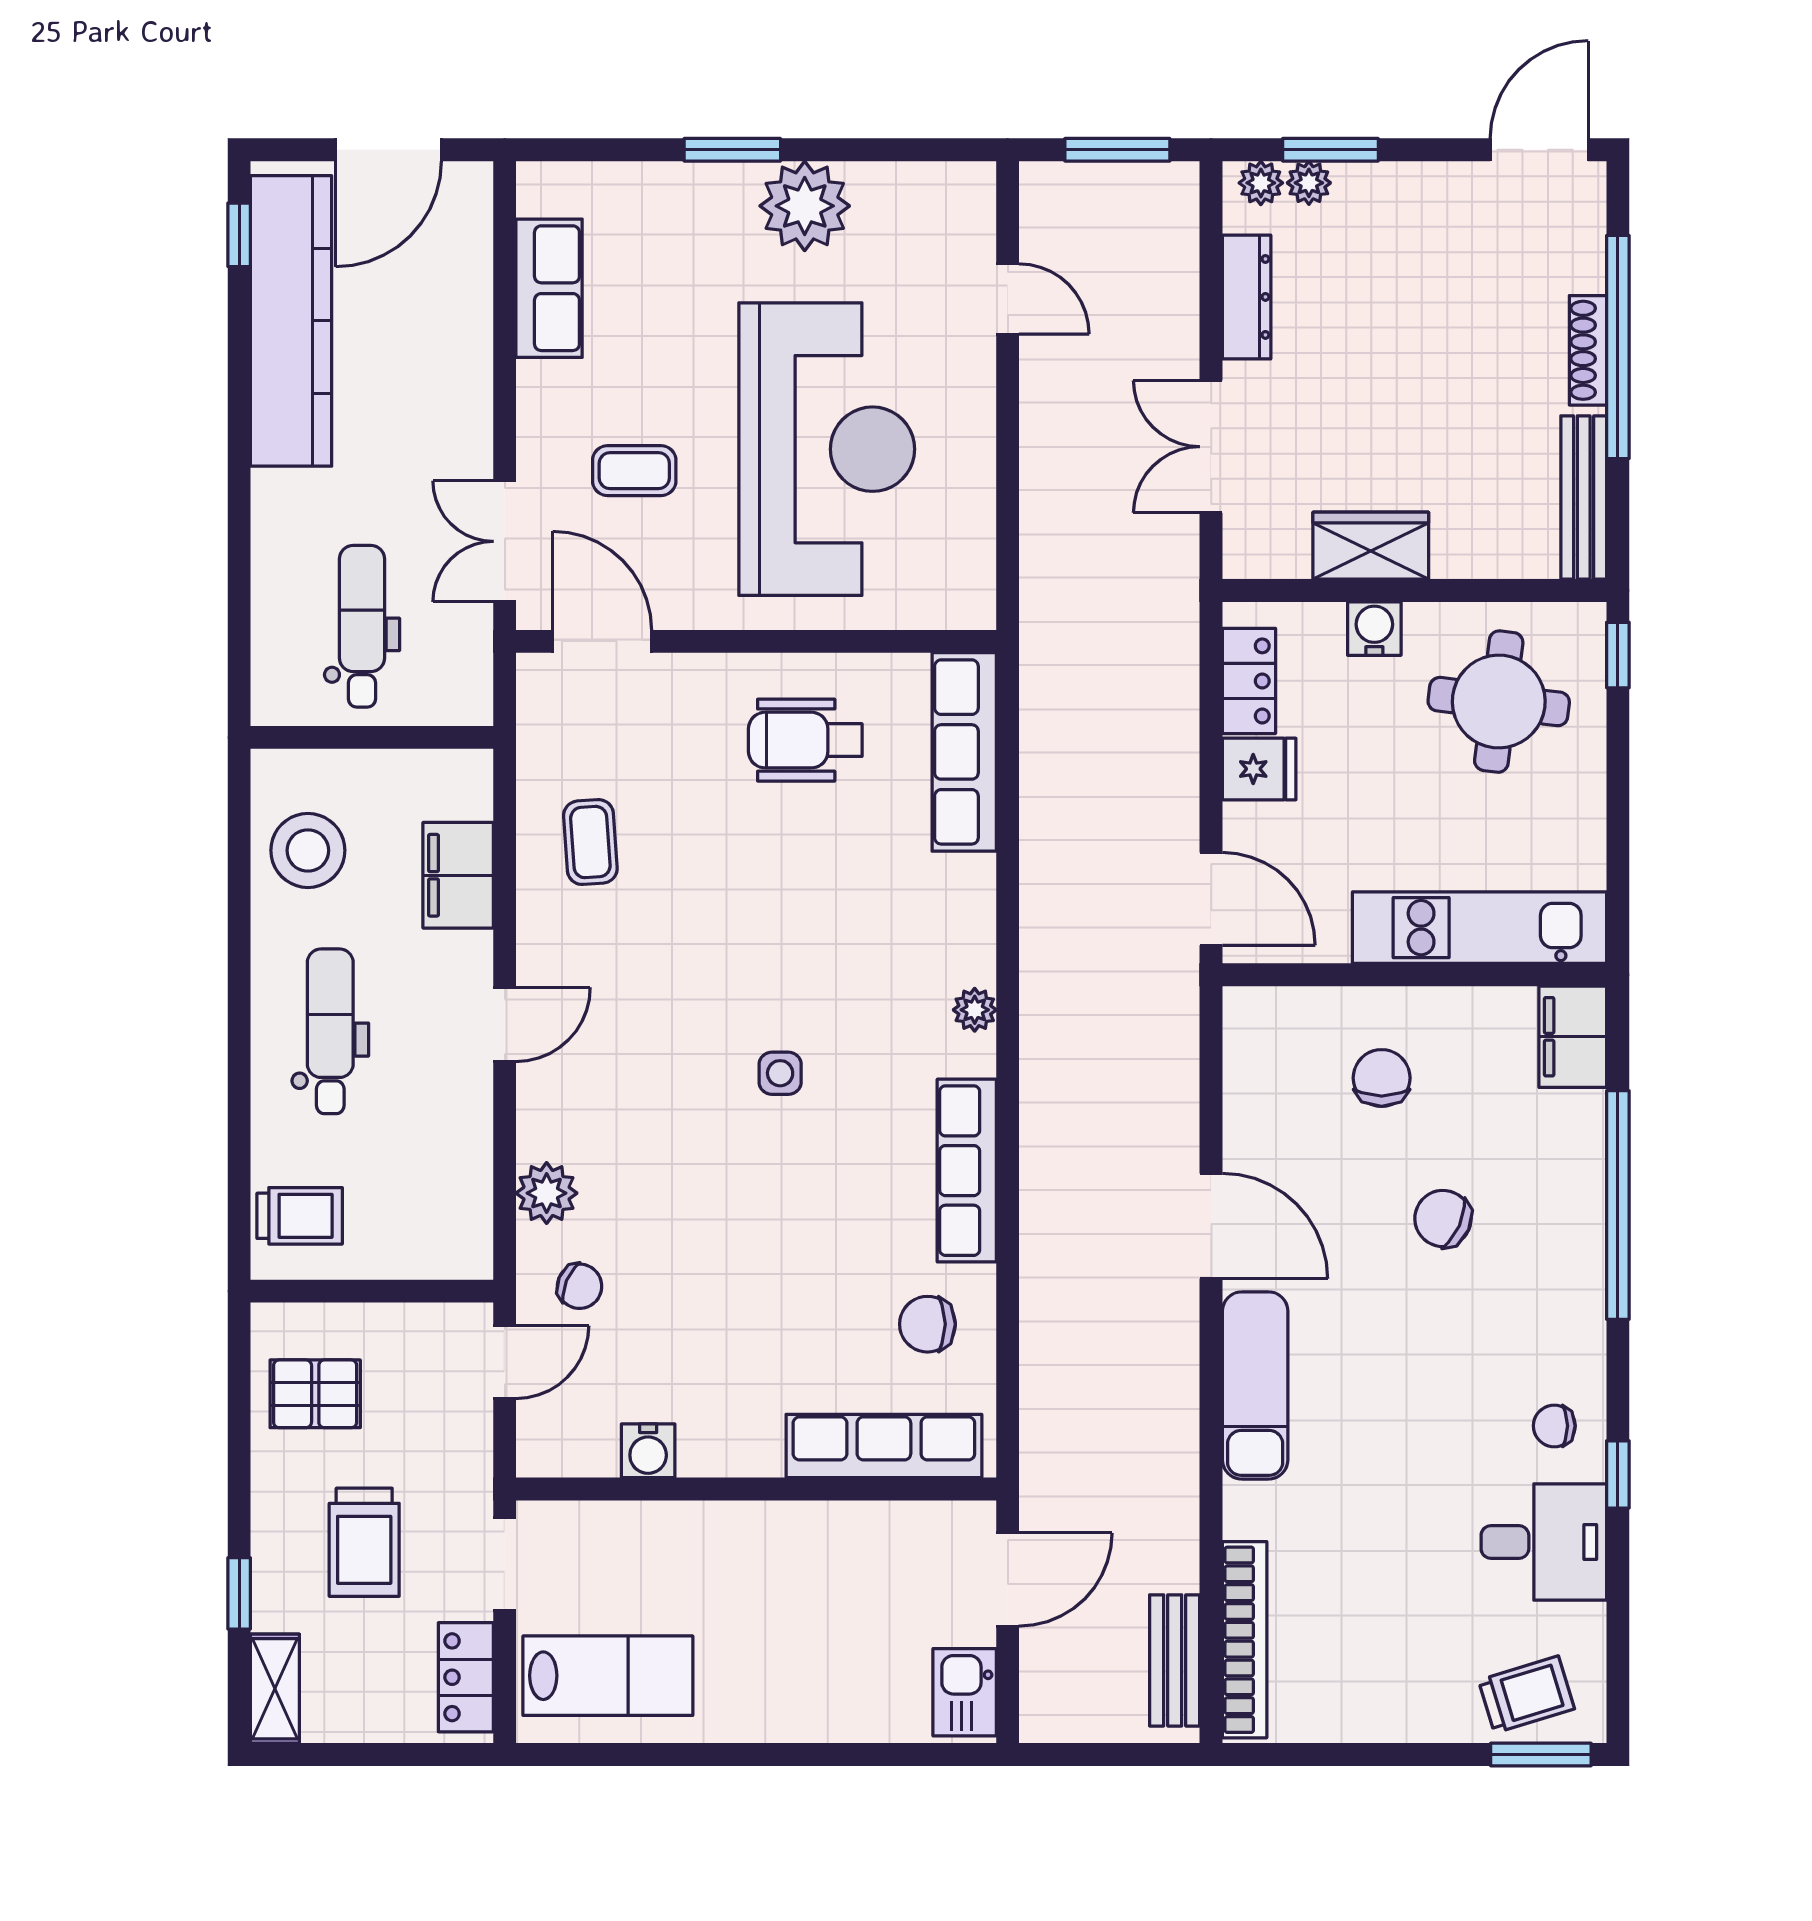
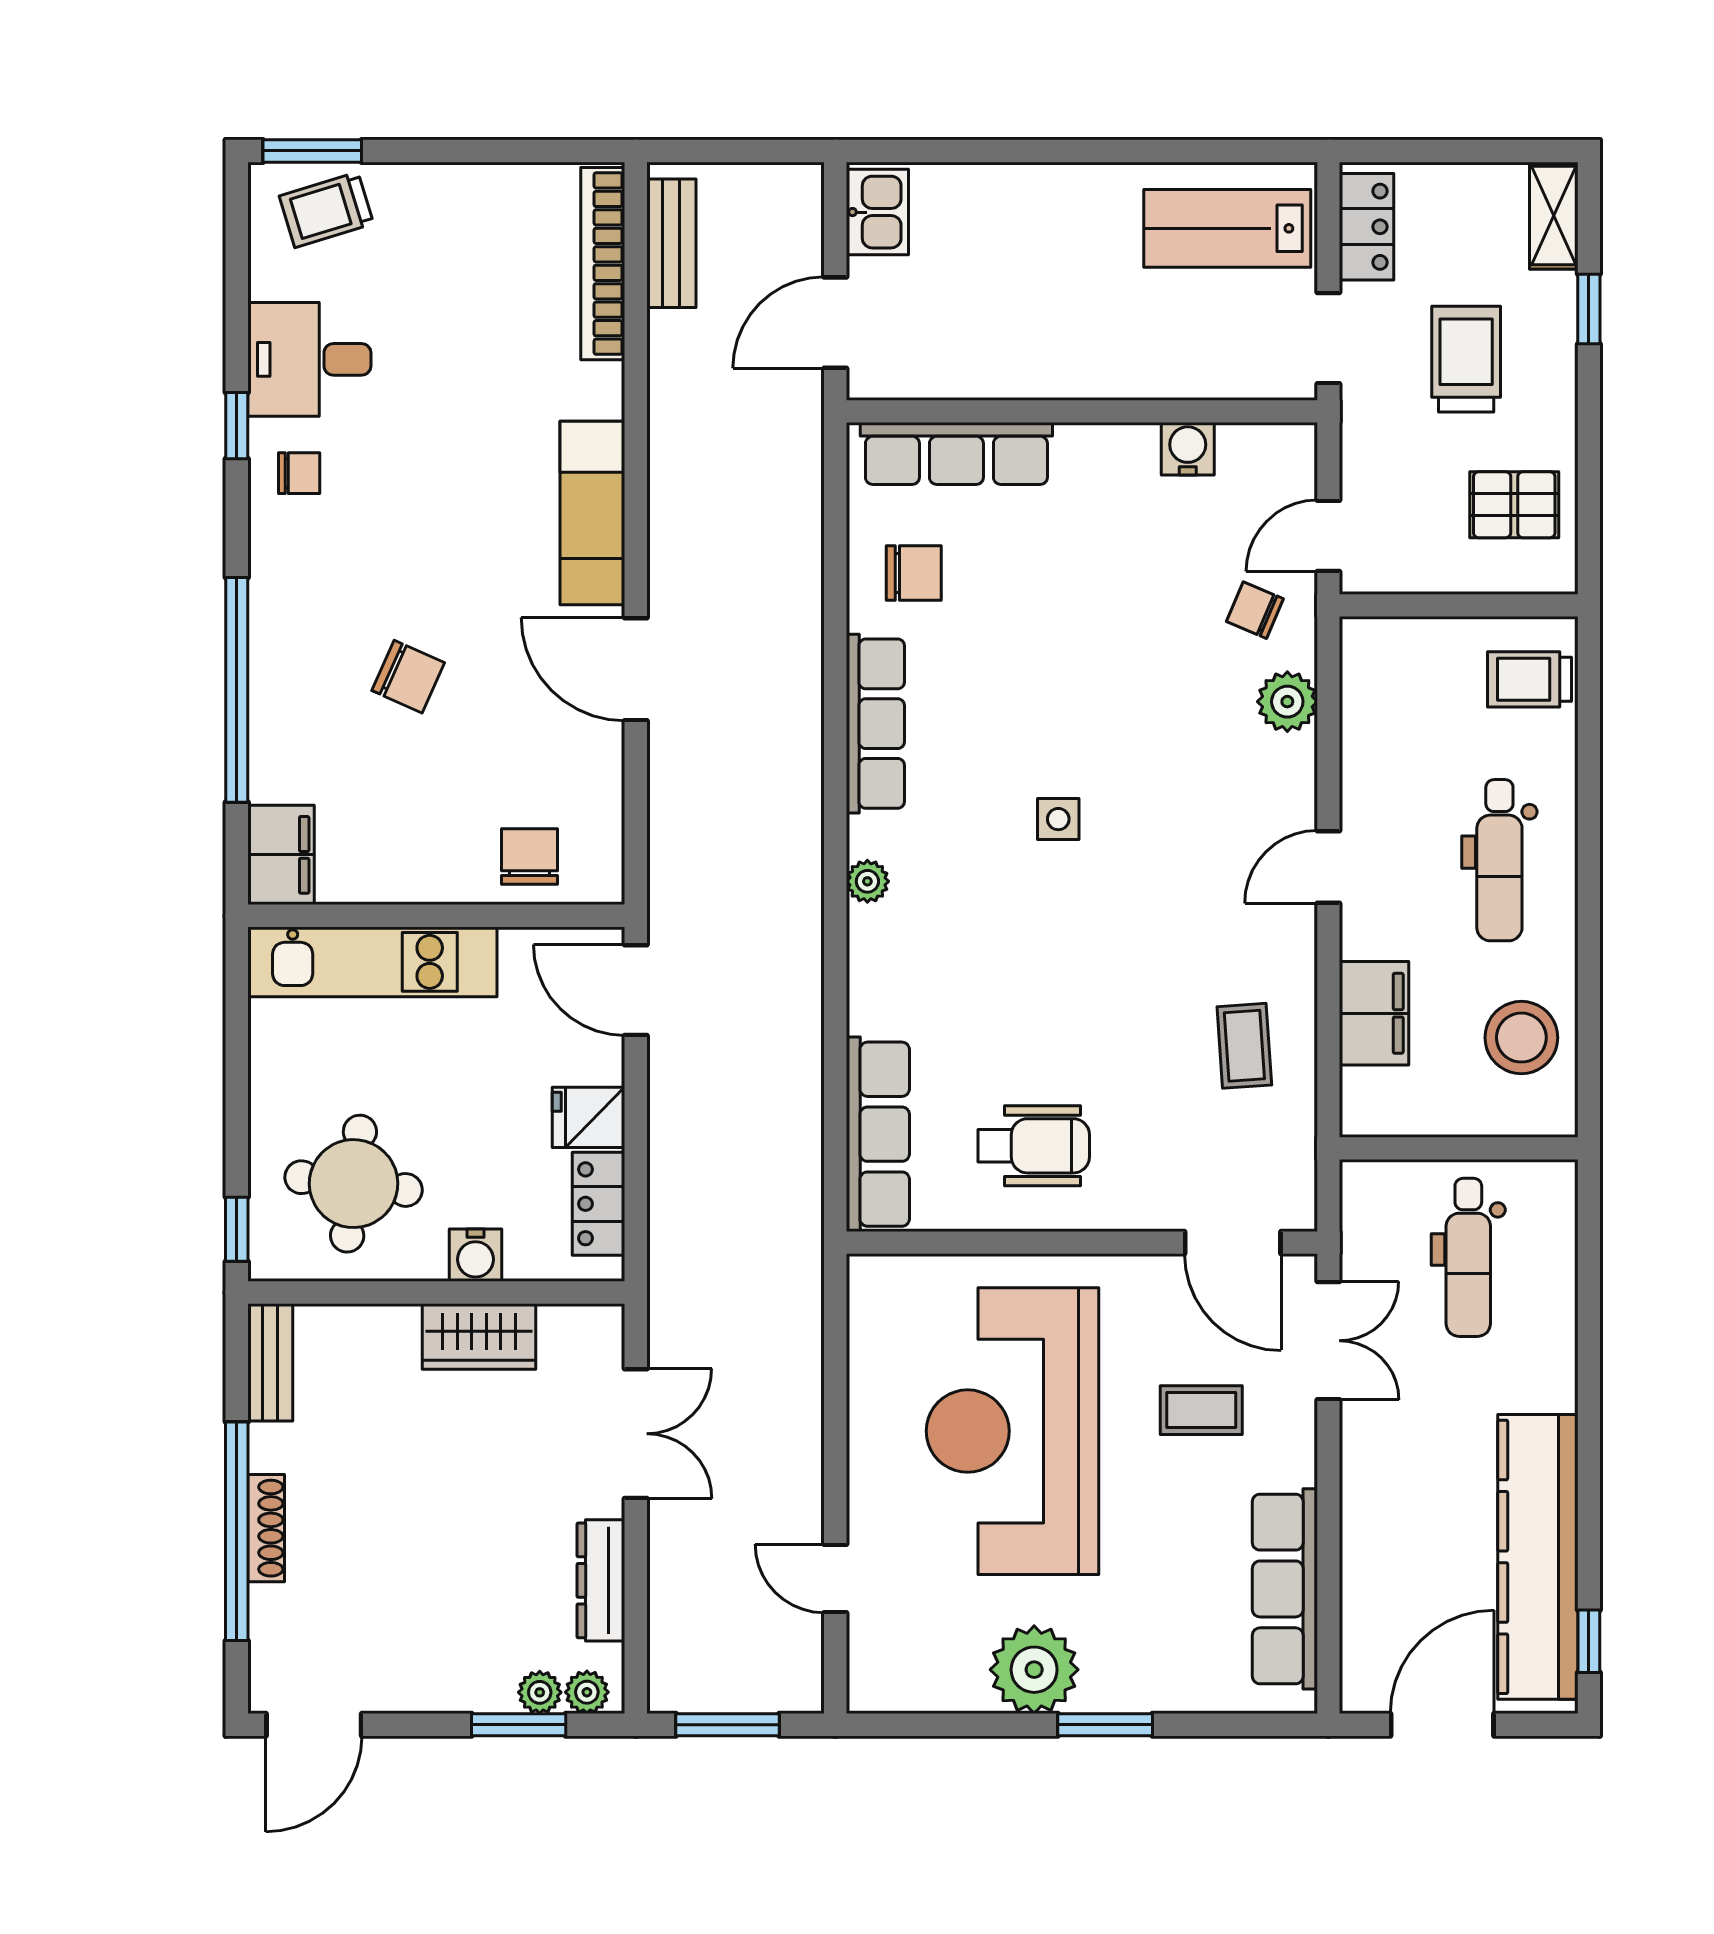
row of seats: (549, 288) -> (1285, 1589), width x1.48
bench: (1584, 498) -> (270, 1362), width x0.73
chair: (1382, 1078) -> (530, 856), moved, turned 180

